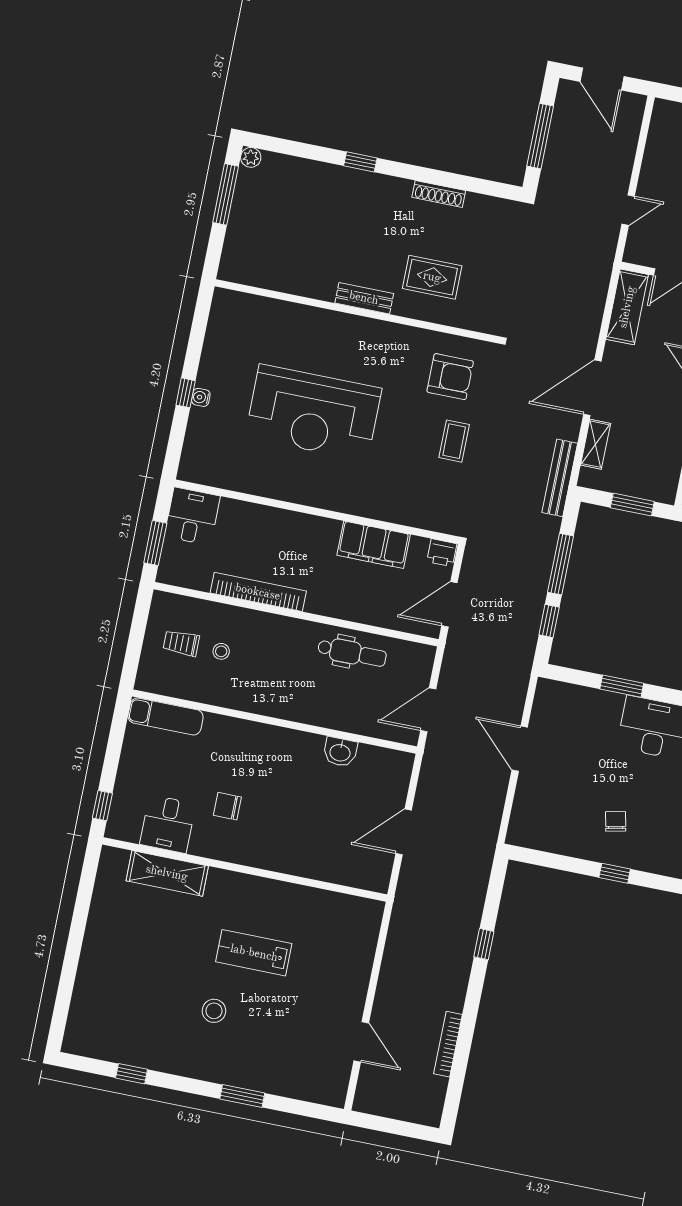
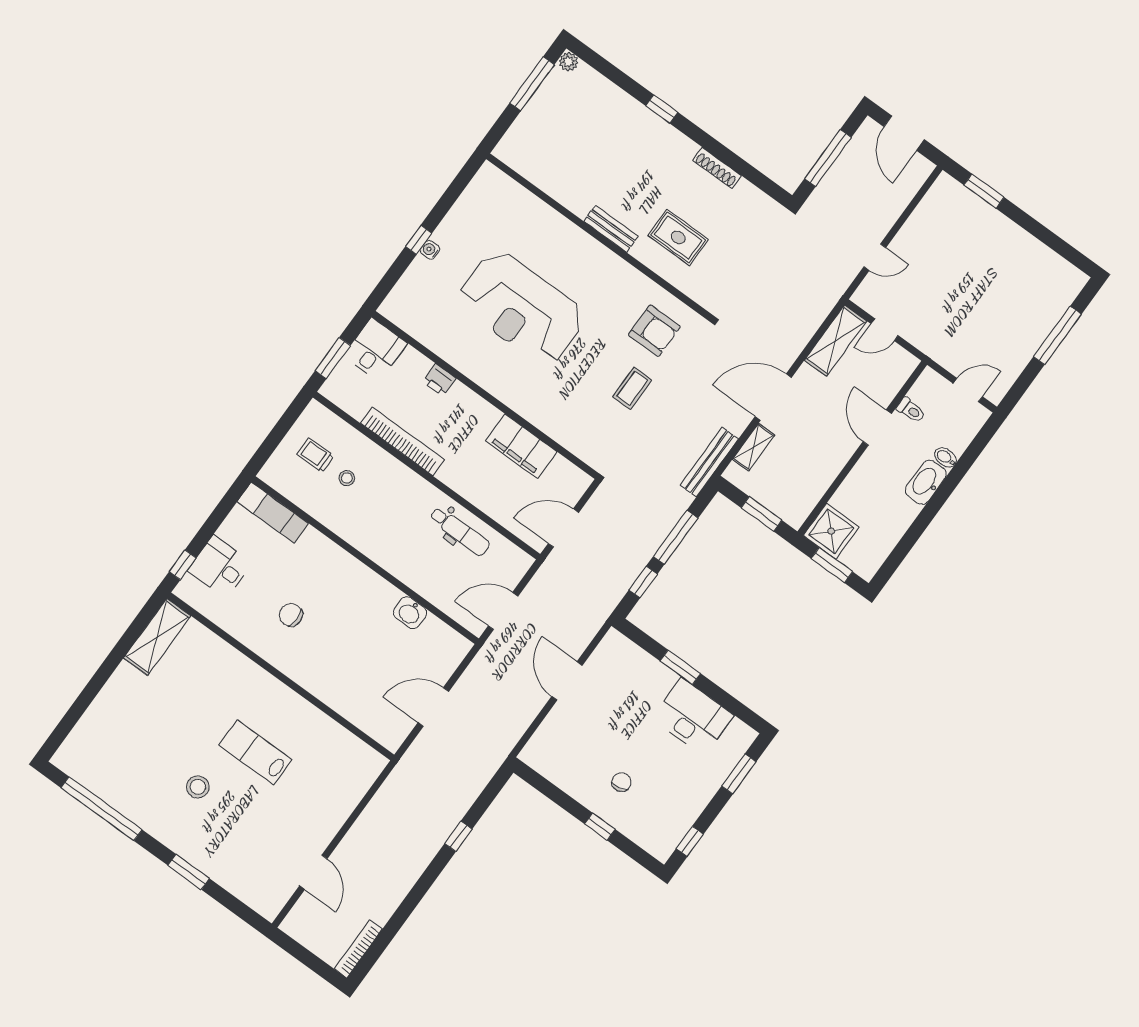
printer: (442, 553) -> (439, 380), moved
desk: (168, 824) -> (220, 567), moved, turned 90
shelving: (167, 873) -> (157, 637), moved, turned 90
bookcase: (448, 1044) -> (358, 949), moved
window: (132, 1074) -> (102, 809), width x3.17

